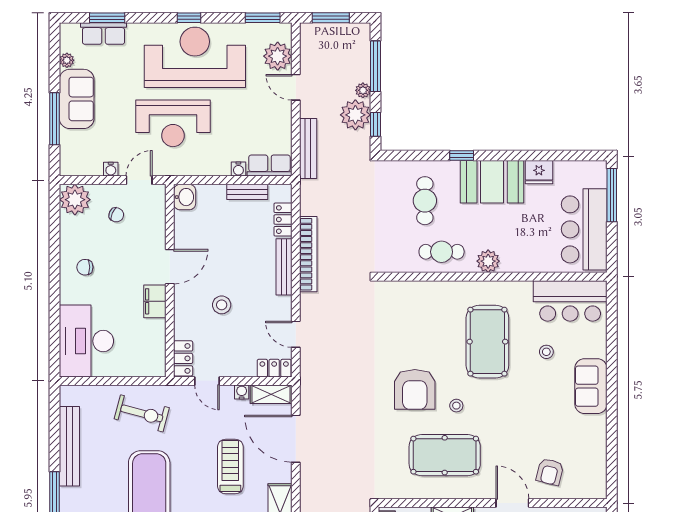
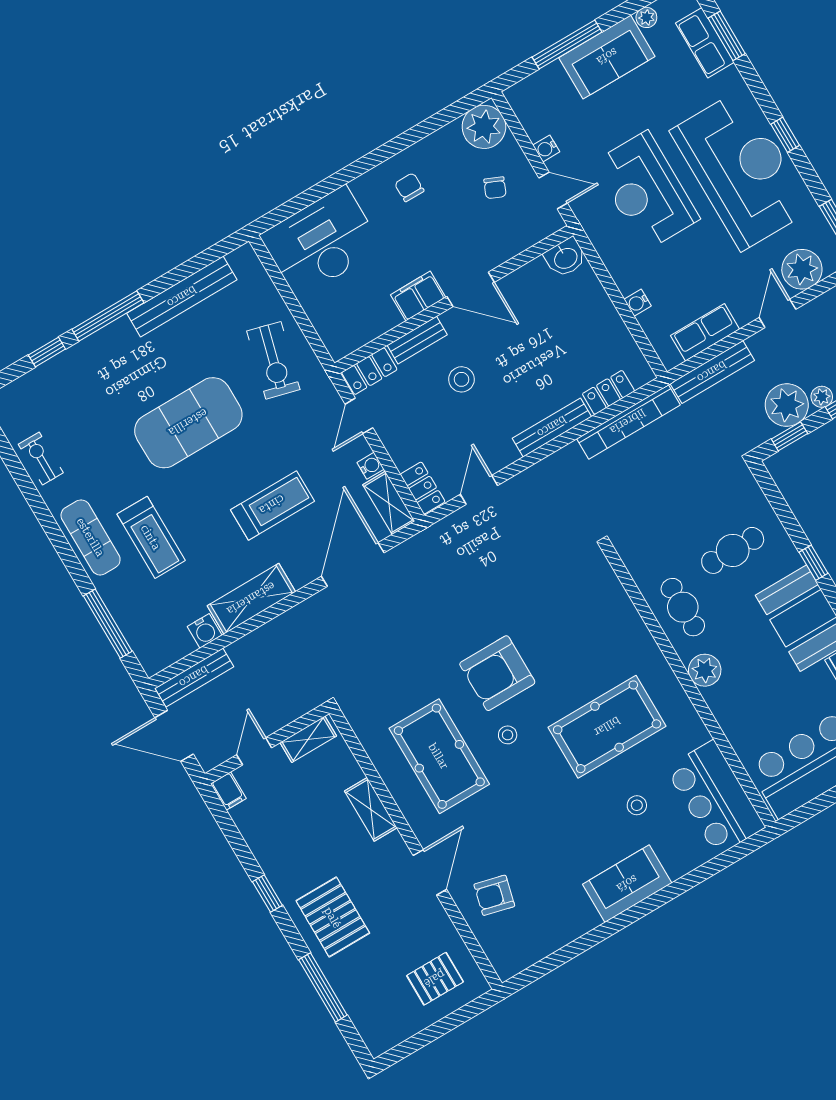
row of seats: (269, 166) -> (705, 332), moved, turned -90
bench: (247, 192) -> (417, 340), moved, turned 90
bookcase: (308, 254) -> (628, 422), moved

